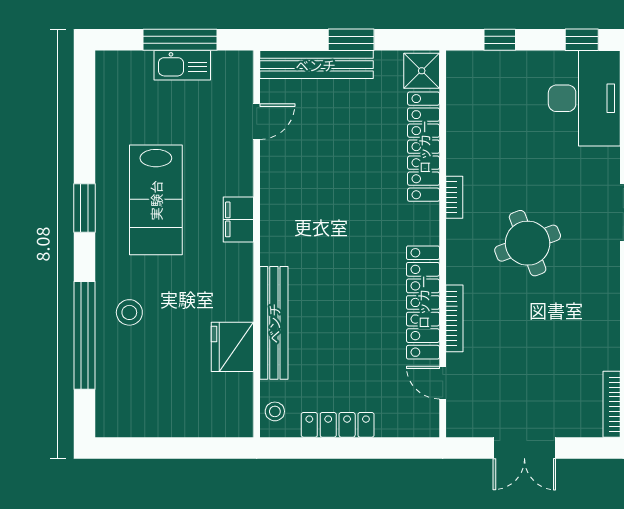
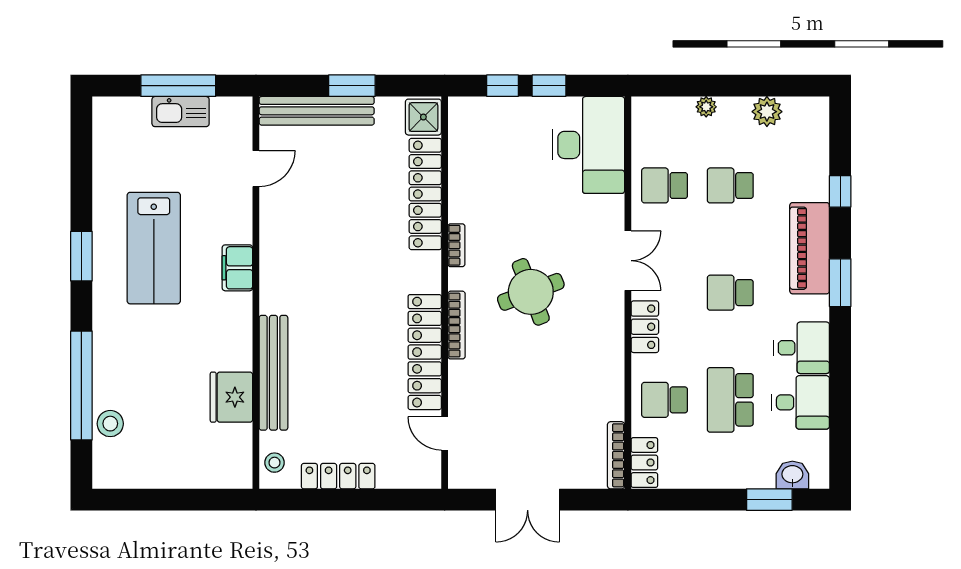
window: (582, 40) -> (549, 86), moved
stool: (129, 312) -> (110, 424), moved
bookcase: (454, 318) -> (457, 325), moved

